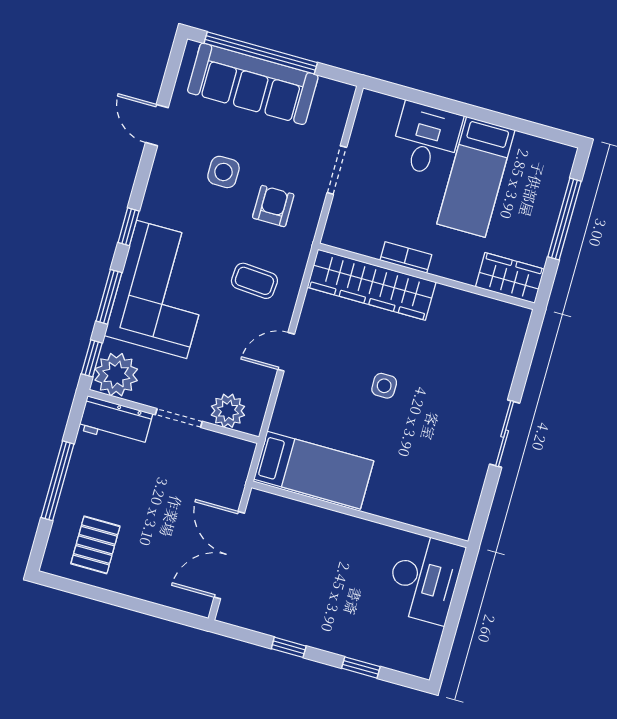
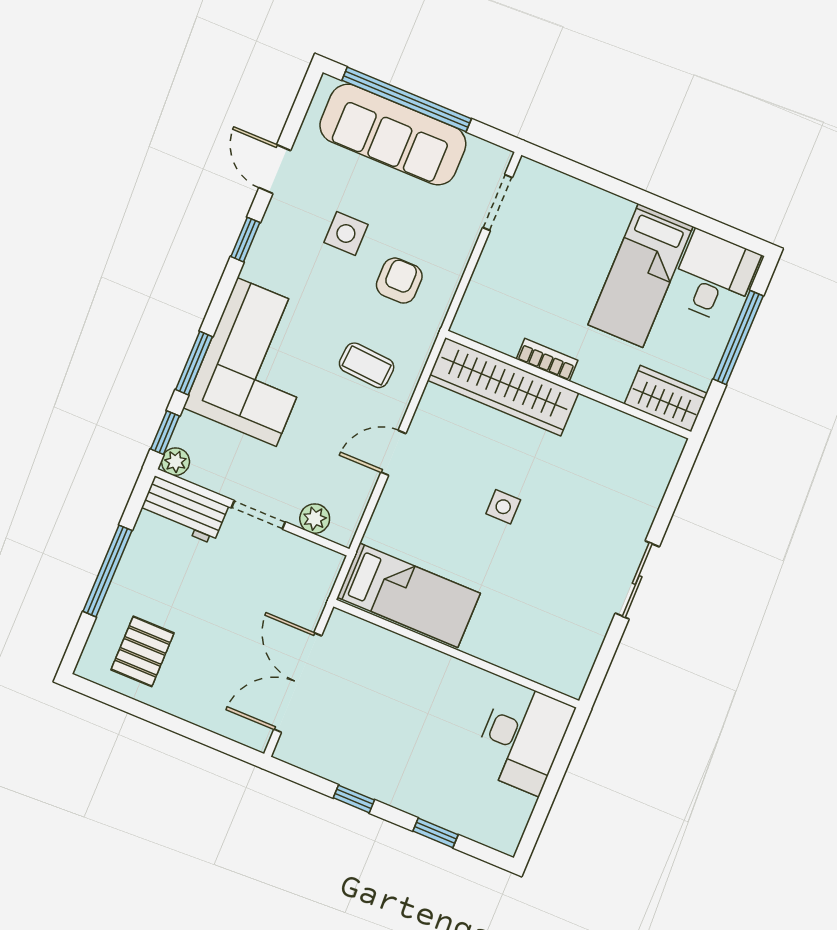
desk: (426, 139) -> (714, 277), moved
doorway: (337, 170) -> (498, 203), moved
window: (129, 227) -> (245, 240), moved
plant: (116, 375) -> (175, 462), width x0.53, depth x0.53
plant: (228, 411) -> (315, 519), width x0.73, depth x0.73

